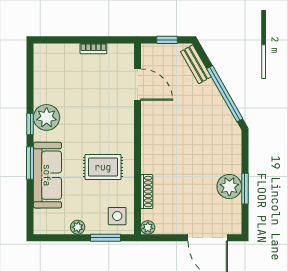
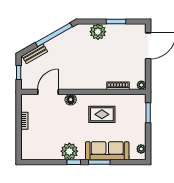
floor lamp: (126, 119) -> (71, 100), added
rug: (103, 167) -> (102, 114), turned 90
plant: (229, 187) -> (98, 32), moved
side table: (117, 216) -> (134, 105), removed
plant: (78, 227) -> (141, 149), moved

